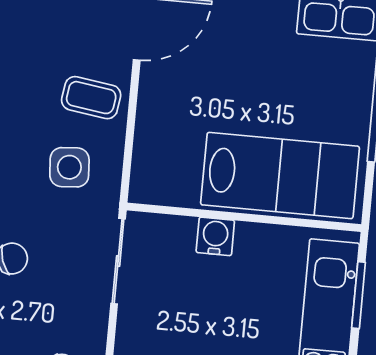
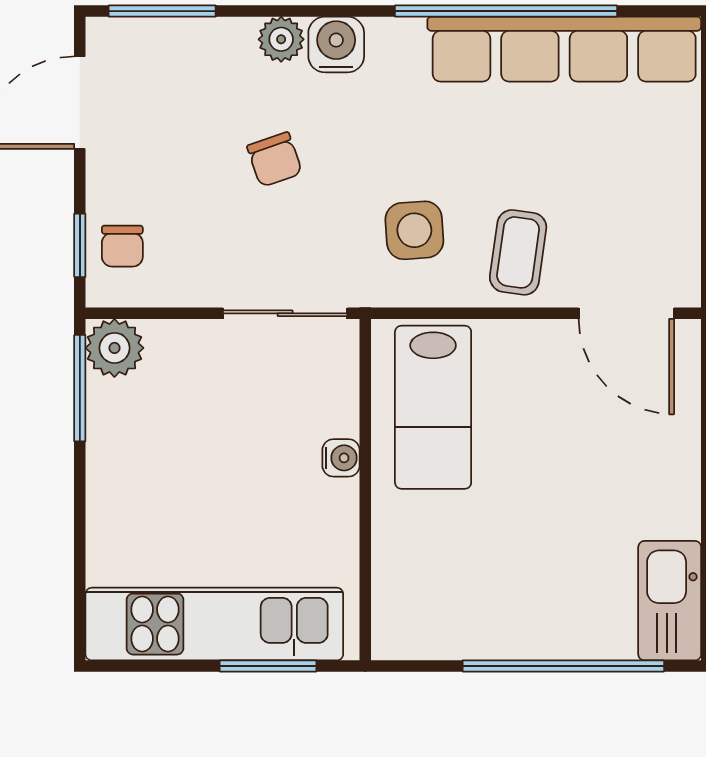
lab bench: (280, 176) -> (433, 407), moved, width x0.73, depth x0.72
water cooler: (215, 236) -> (341, 458), width x0.72, depth x0.72

